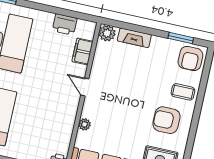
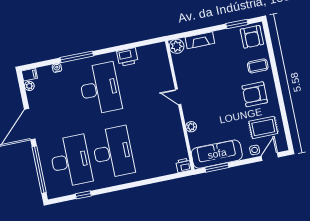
printer: (65, 25) -> (127, 57), moved
filing cabinet: (82, 51) -> (164, 70), removed

